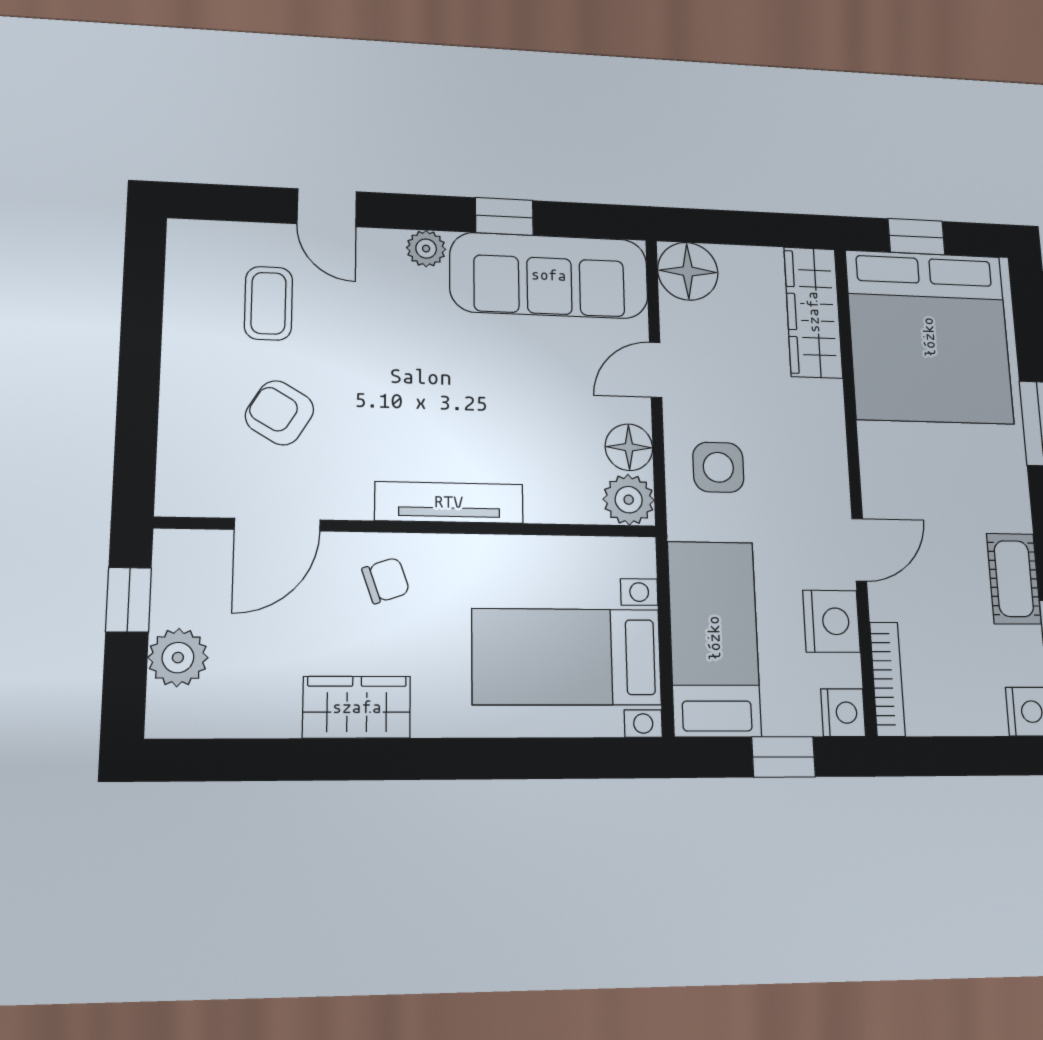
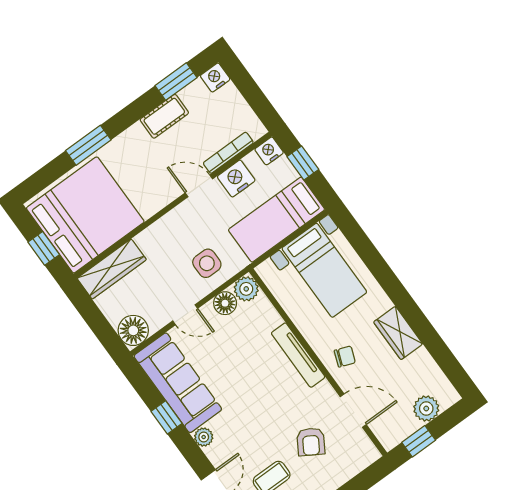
chair: (386, 580) -> (345, 357), turned 130
bookcase: (887, 679) -> (228, 153), moved

